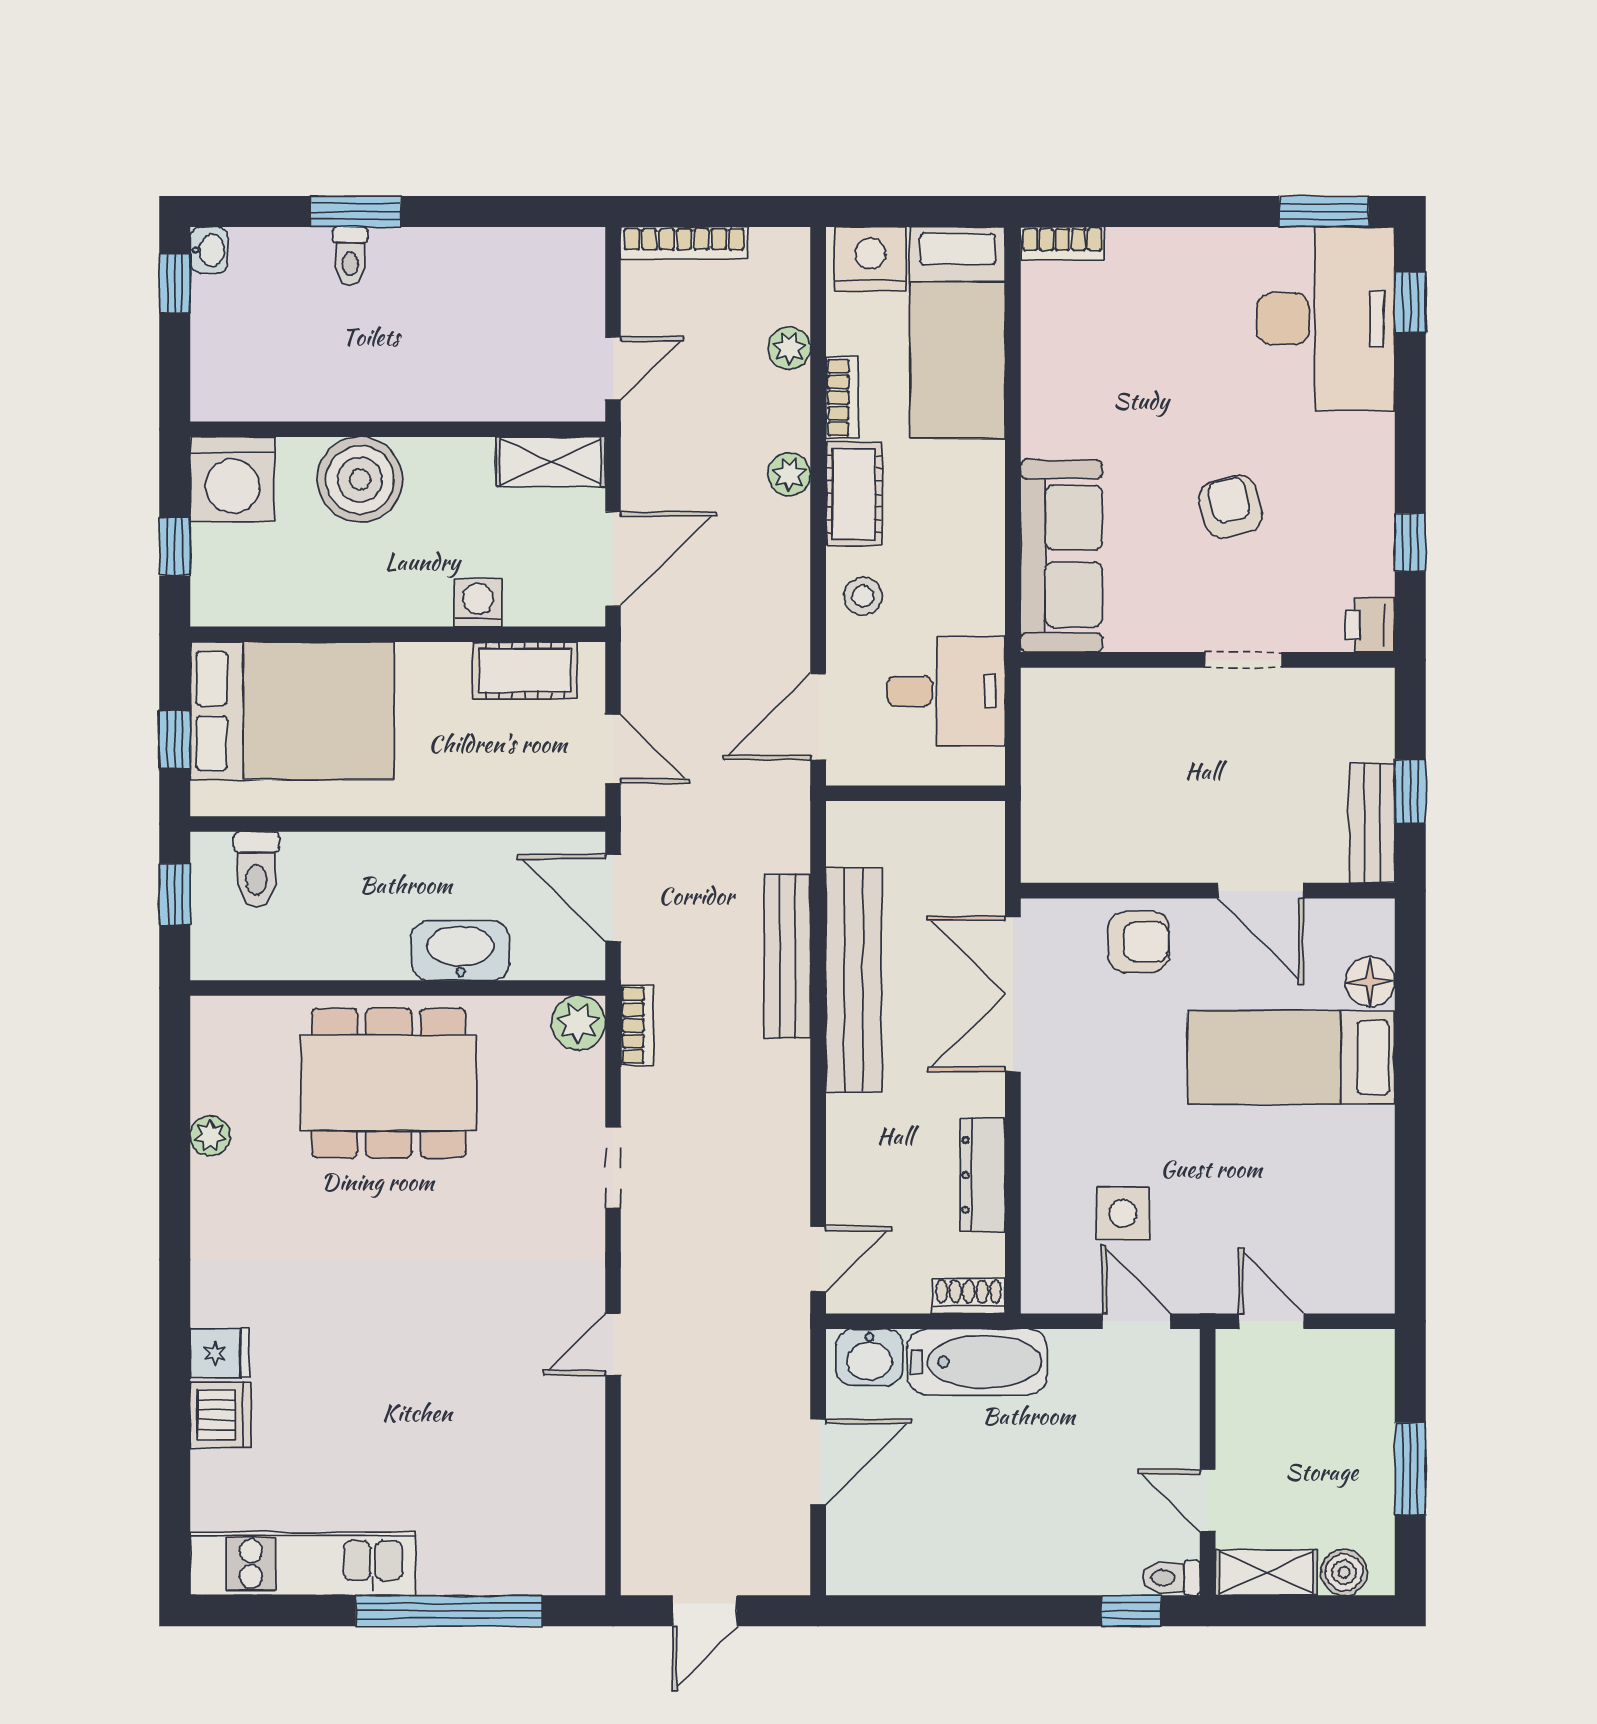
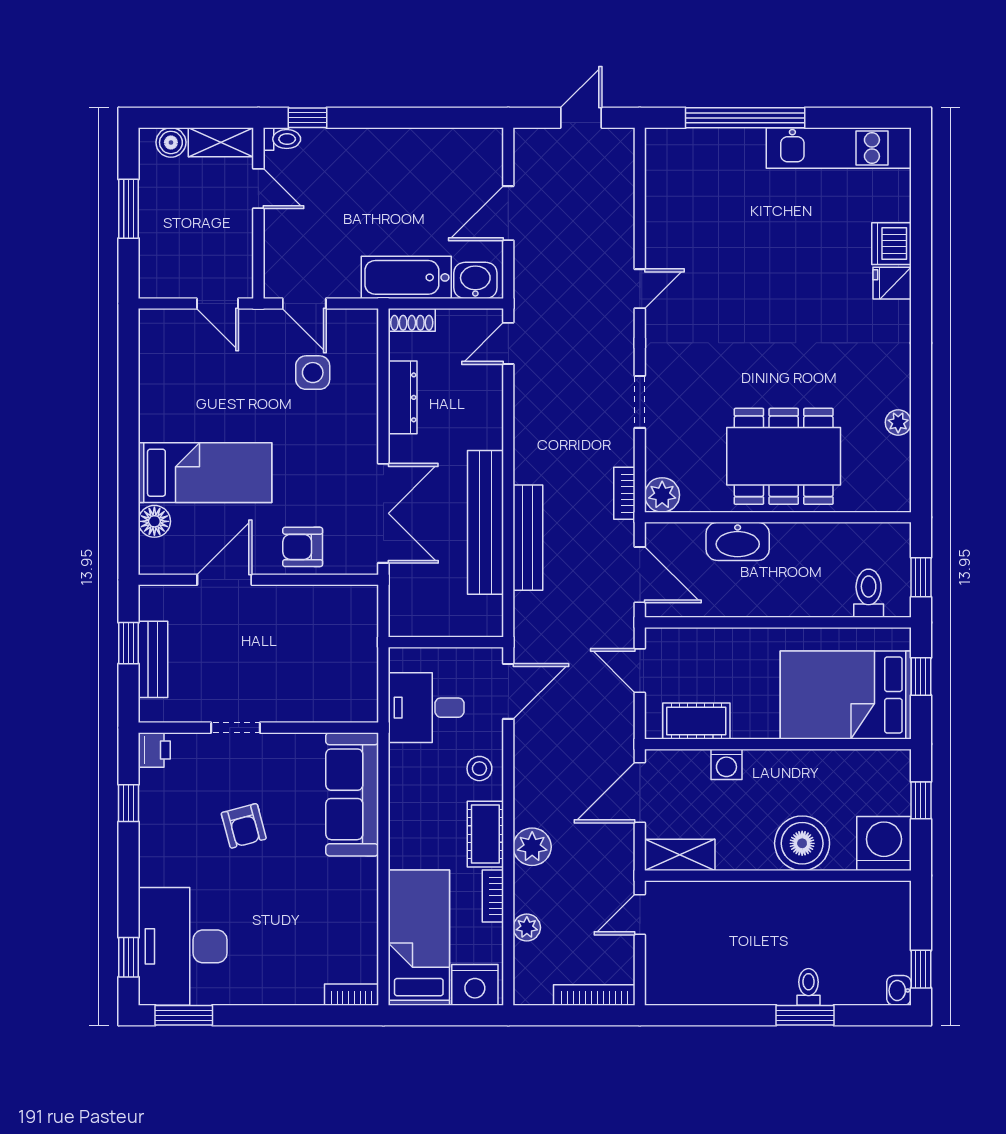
plant: (789, 474) -> (532, 847), width x1.38, depth x1.38
bench: (1372, 823) -> (153, 659), moved
door: (1261, 891) -> (224, 580), hinge flipped

